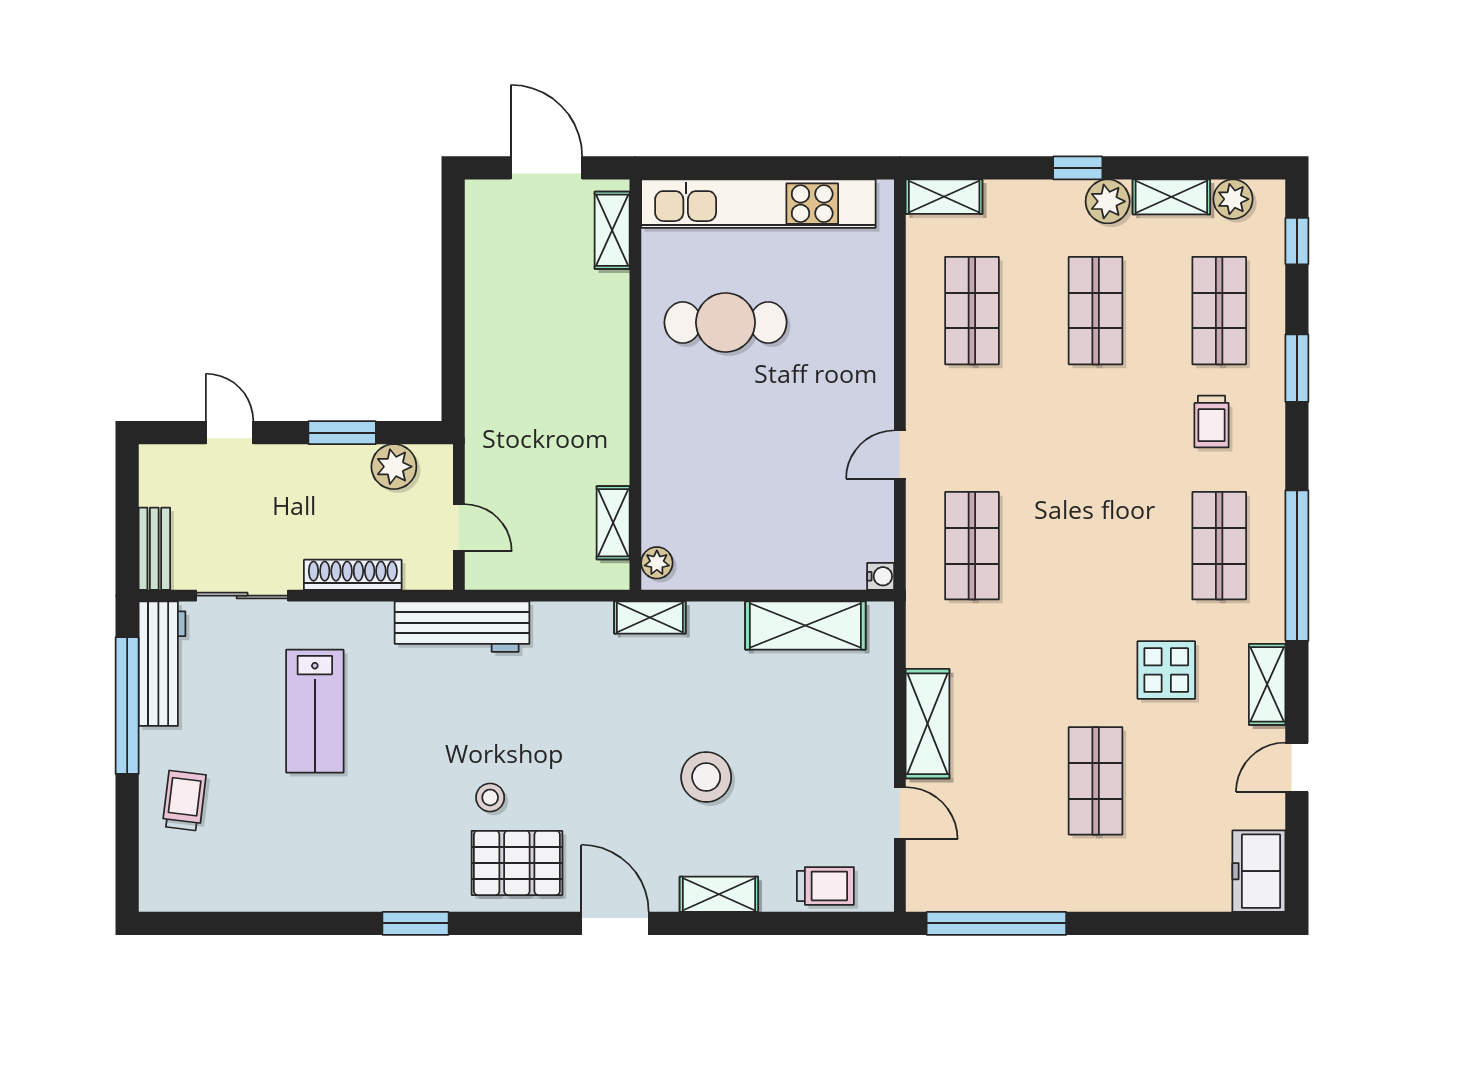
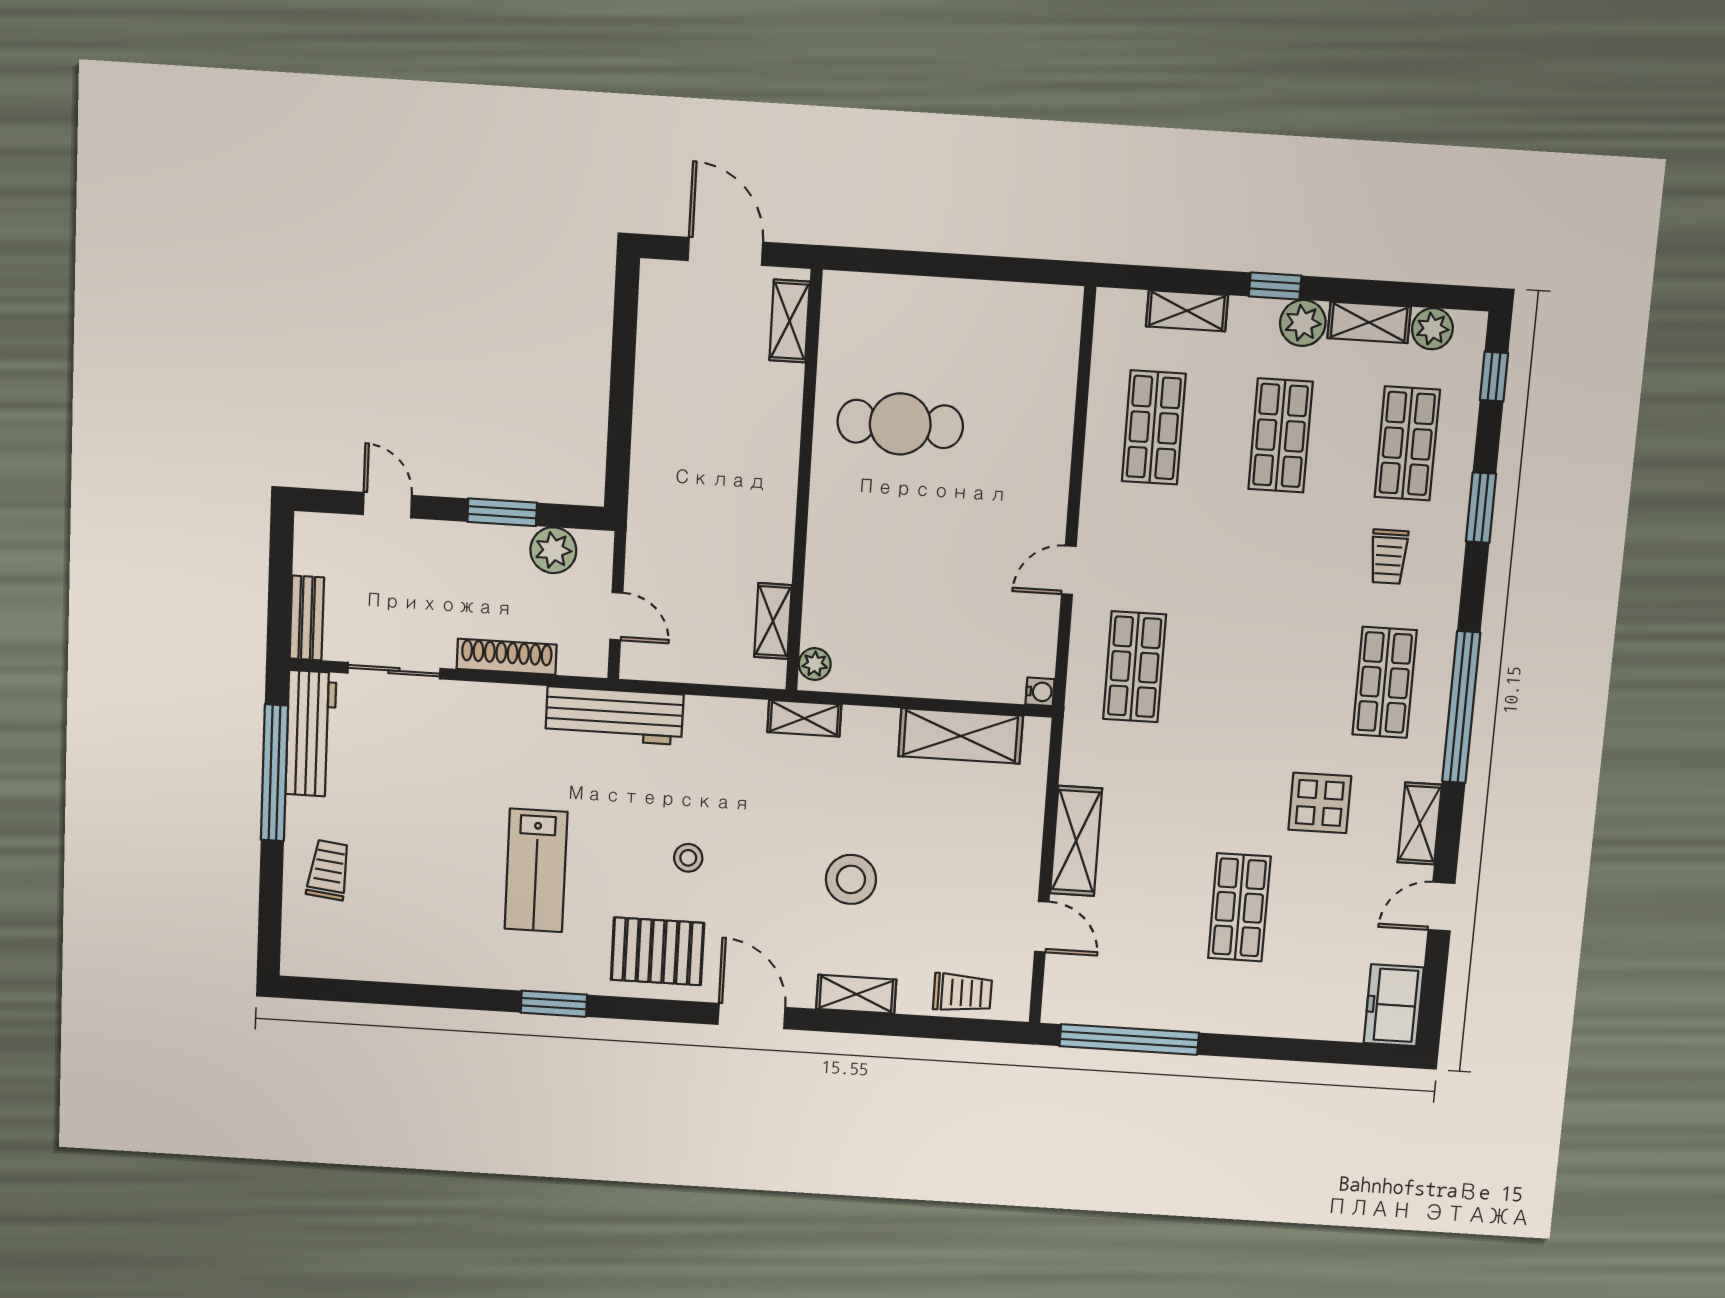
shelving: (944, 197) -> (1187, 311), moved
kitchen unit: (758, 204) -> (942, 303), removed
lab bench: (315, 711) -> (536, 870), moved
stool: (490, 797) -> (688, 858), moved

